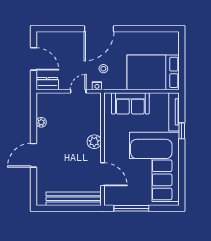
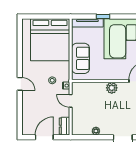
door: (99, 29) -> (20, 84), width x0.53
bed: (153, 72) -> (50, 40), width x1.36

